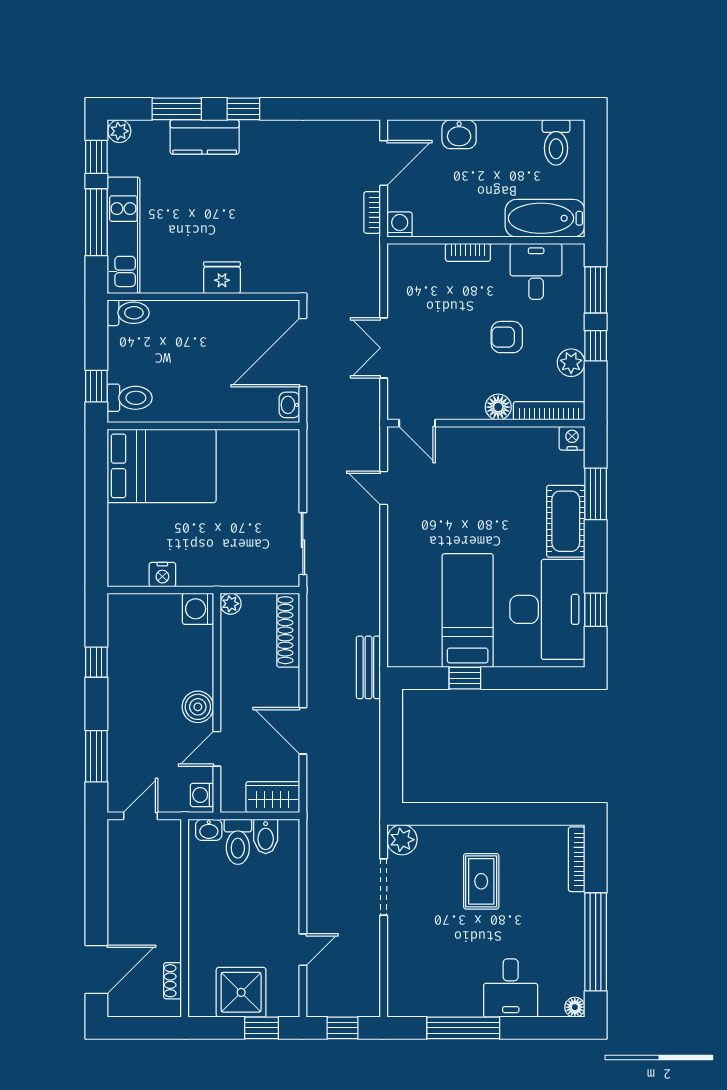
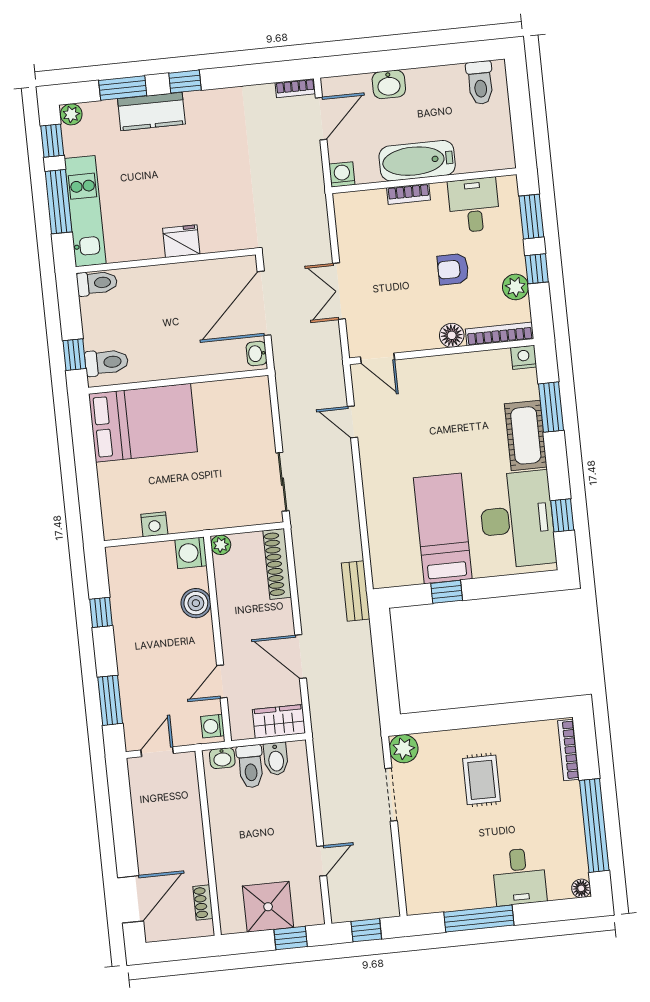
bookcase: (372, 212) -> (295, 88), moved, turned -90
bathtub: (545, 218) -> (417, 161), moved
boiler: (198, 707) -> (196, 603), moved

